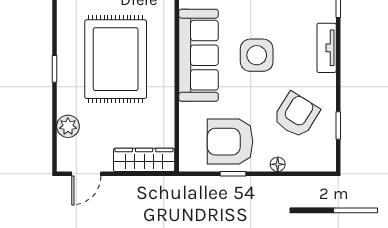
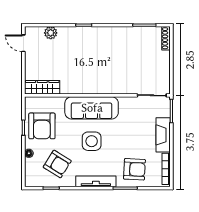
tv unit: (327, 48) -> (96, 181), width x1.41
rug: (116, 59) -> (89, 60), removed
armchair: (230, 142) -> (42, 126), turned 180
wardrobe: (144, 160) -> (42, 87), moved, turned -90

